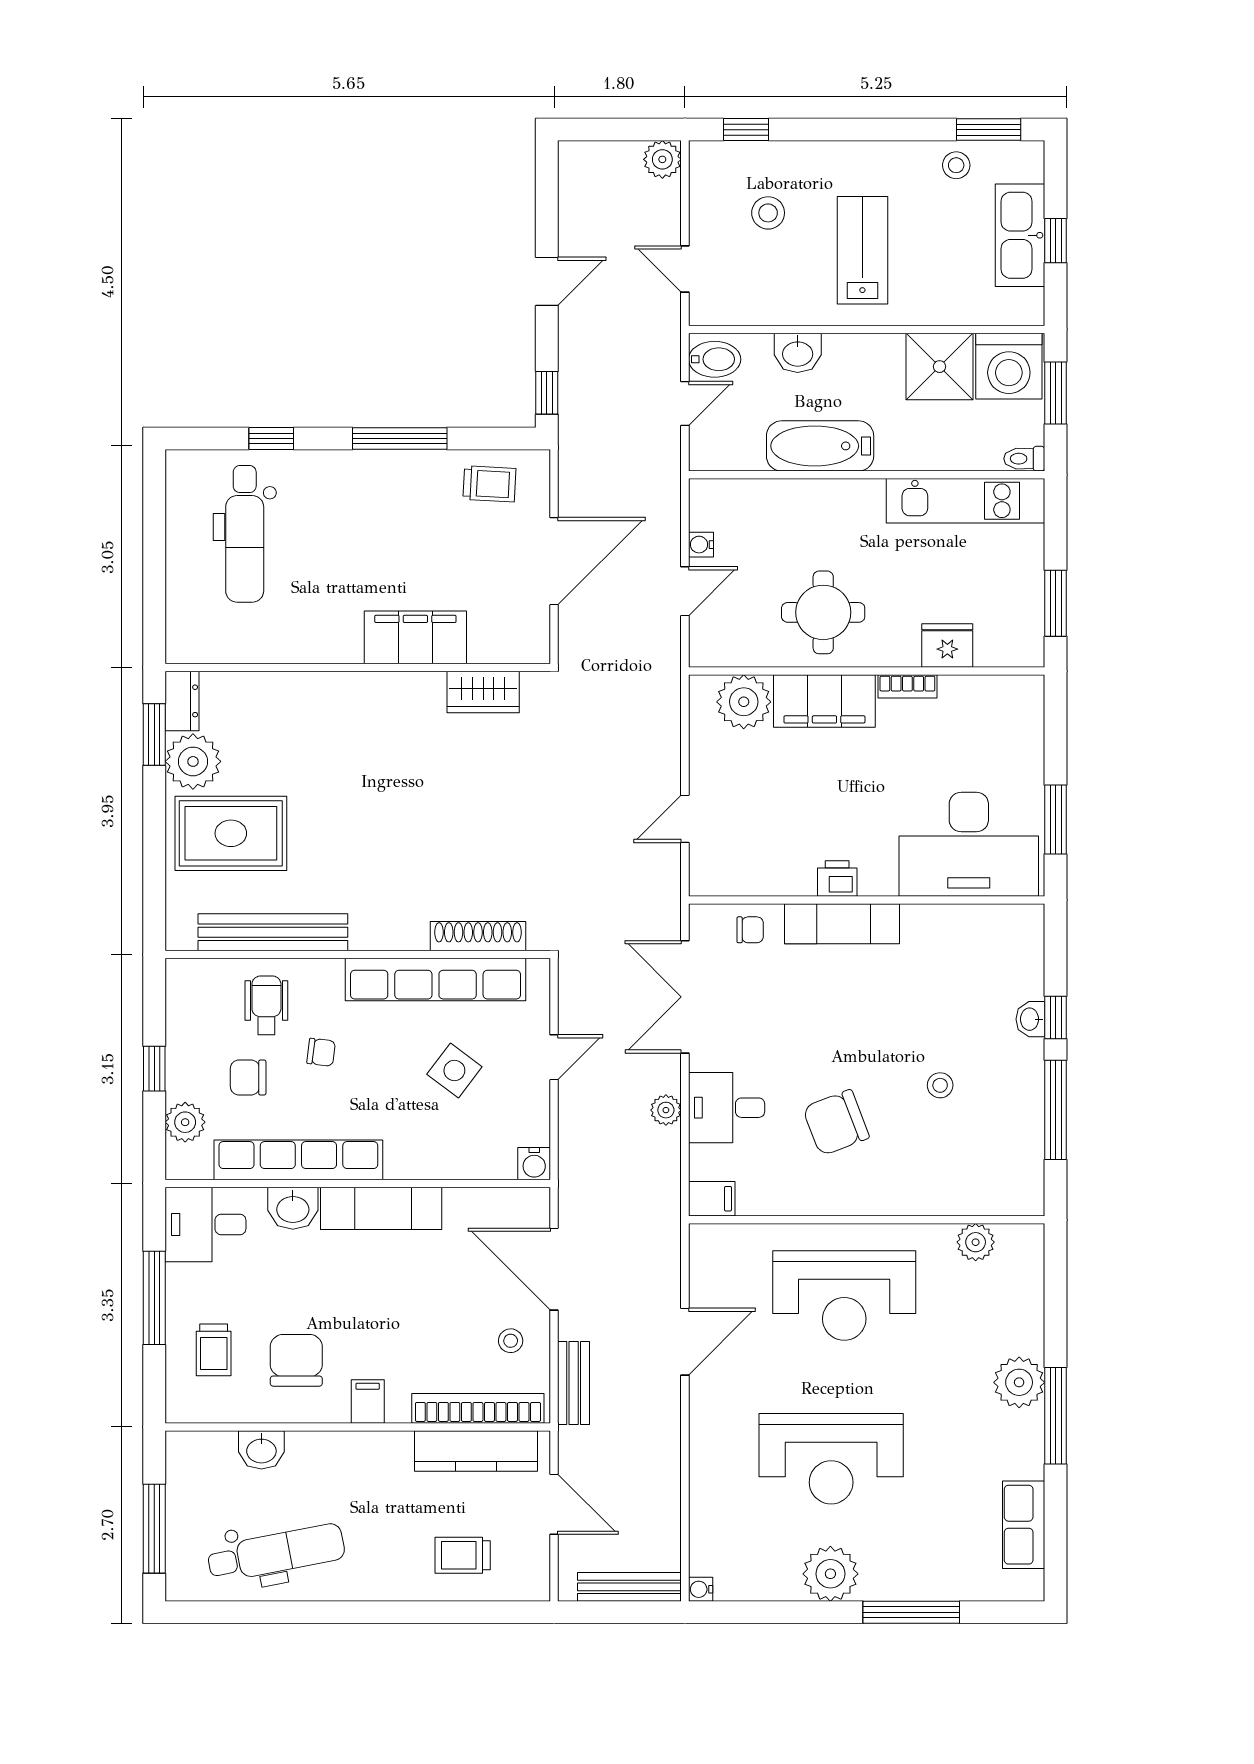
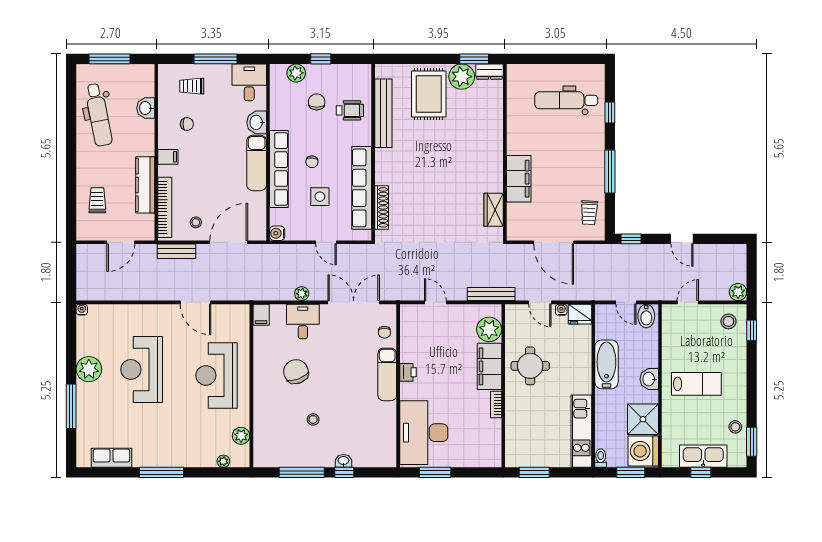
stool: (768, 213) -> (728, 321), moved
washbasin: (798, 353) -> (649, 379), moved
fridge: (947, 646) -> (580, 314), moved, turned 90
chair: (321, 1052) -> (312, 162), moved
side table: (454, 1070) -> (320, 197), turned -37
row of seats: (298, 1160) -> (279, 169), moved
chair: (296, 1360) -> (187, 124), width x0.54, depth x0.54
plant: (1019, 1382) -> (223, 461), moved, width x0.53, depth x0.53
kitchen counter: (476, 1451) -> (145, 185), moved
bench: (629, 1587) -> (491, 294), moved, turned 90

